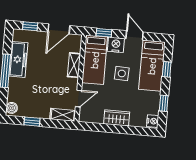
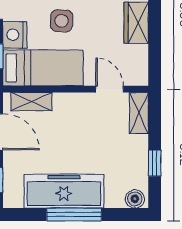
freezer: (18, 59) -> (64, 191), width x1.36, depth x1.26
shelving: (74, 65) -> (31, 101), moved

